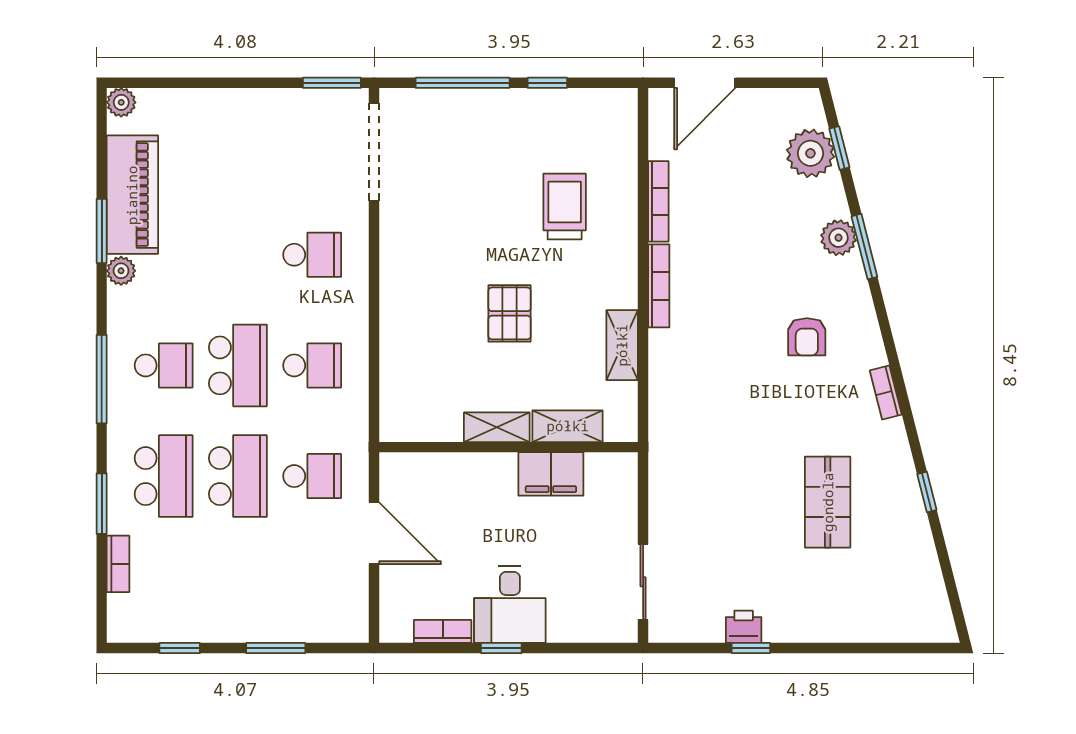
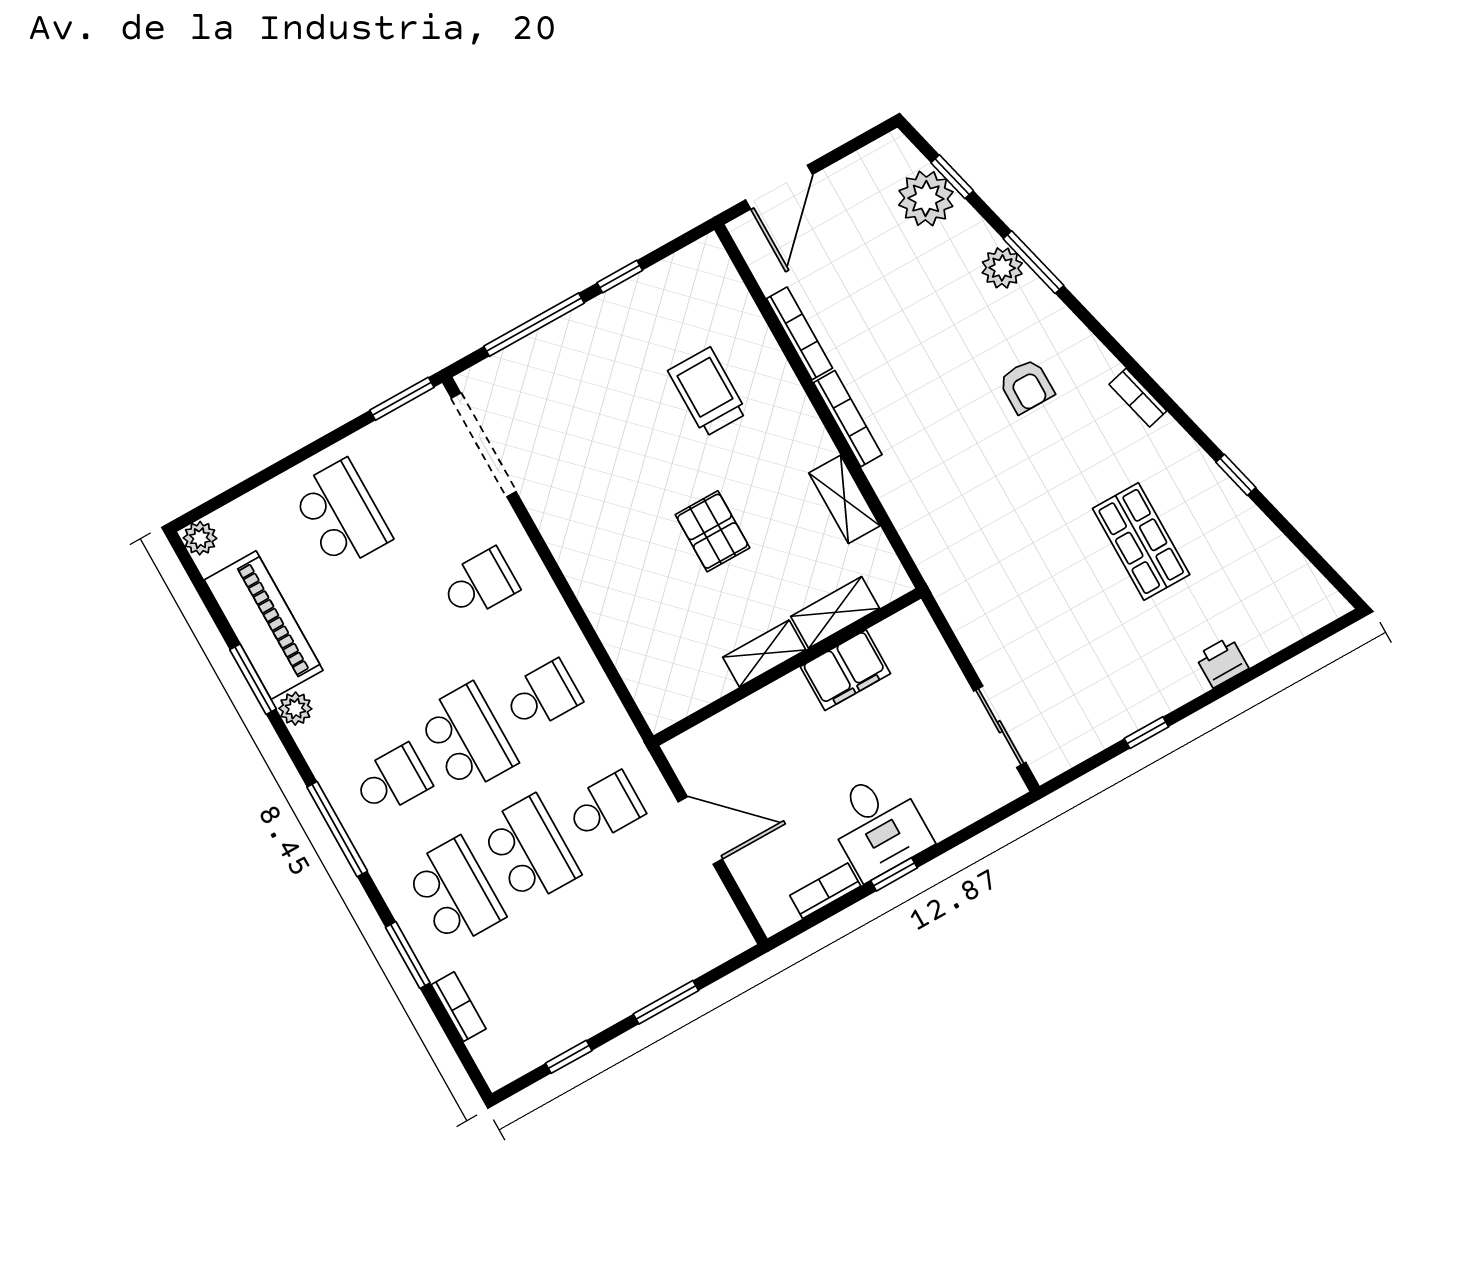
school desk: (238, 144) -> (342, 514), added
printer: (744, 627) -> (1222, 662), moved

